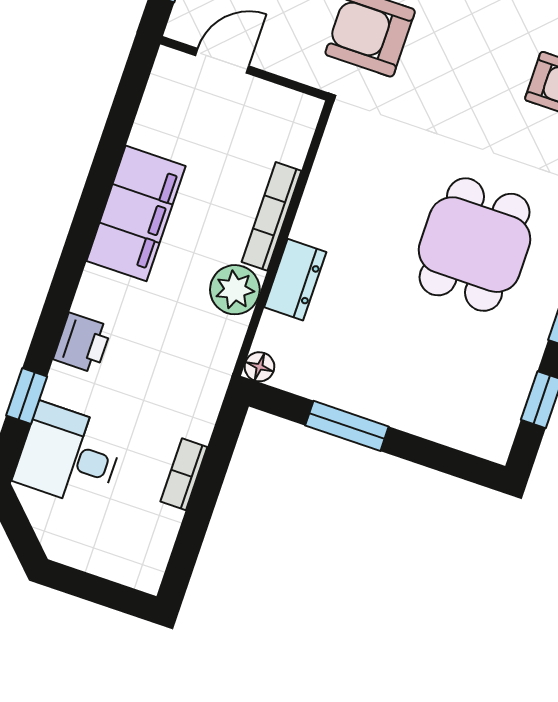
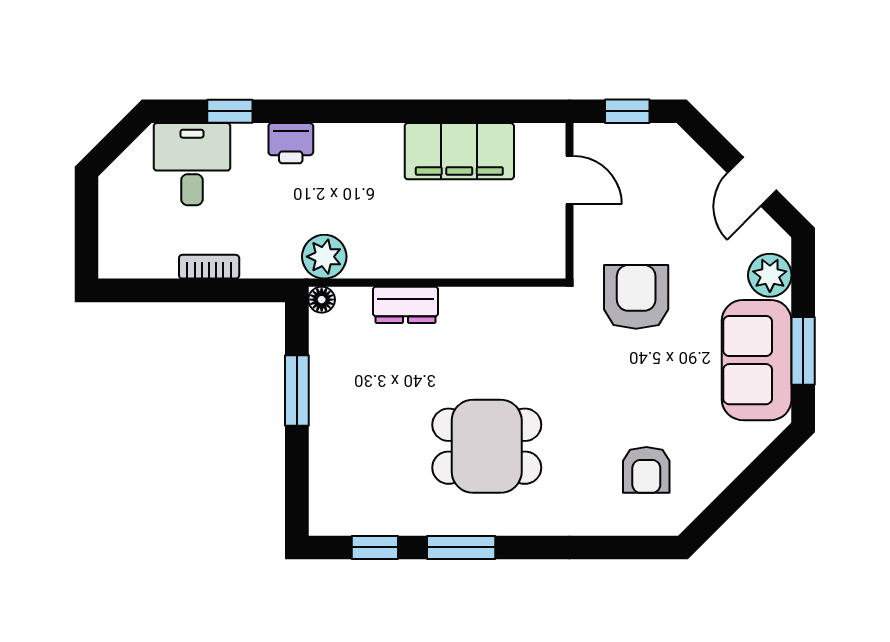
filing cabinet: (136, 213) -> (459, 151), moved
bookcase: (272, 216) -> (452, 267), removed
plant: (235, 290) -> (324, 257), moved

